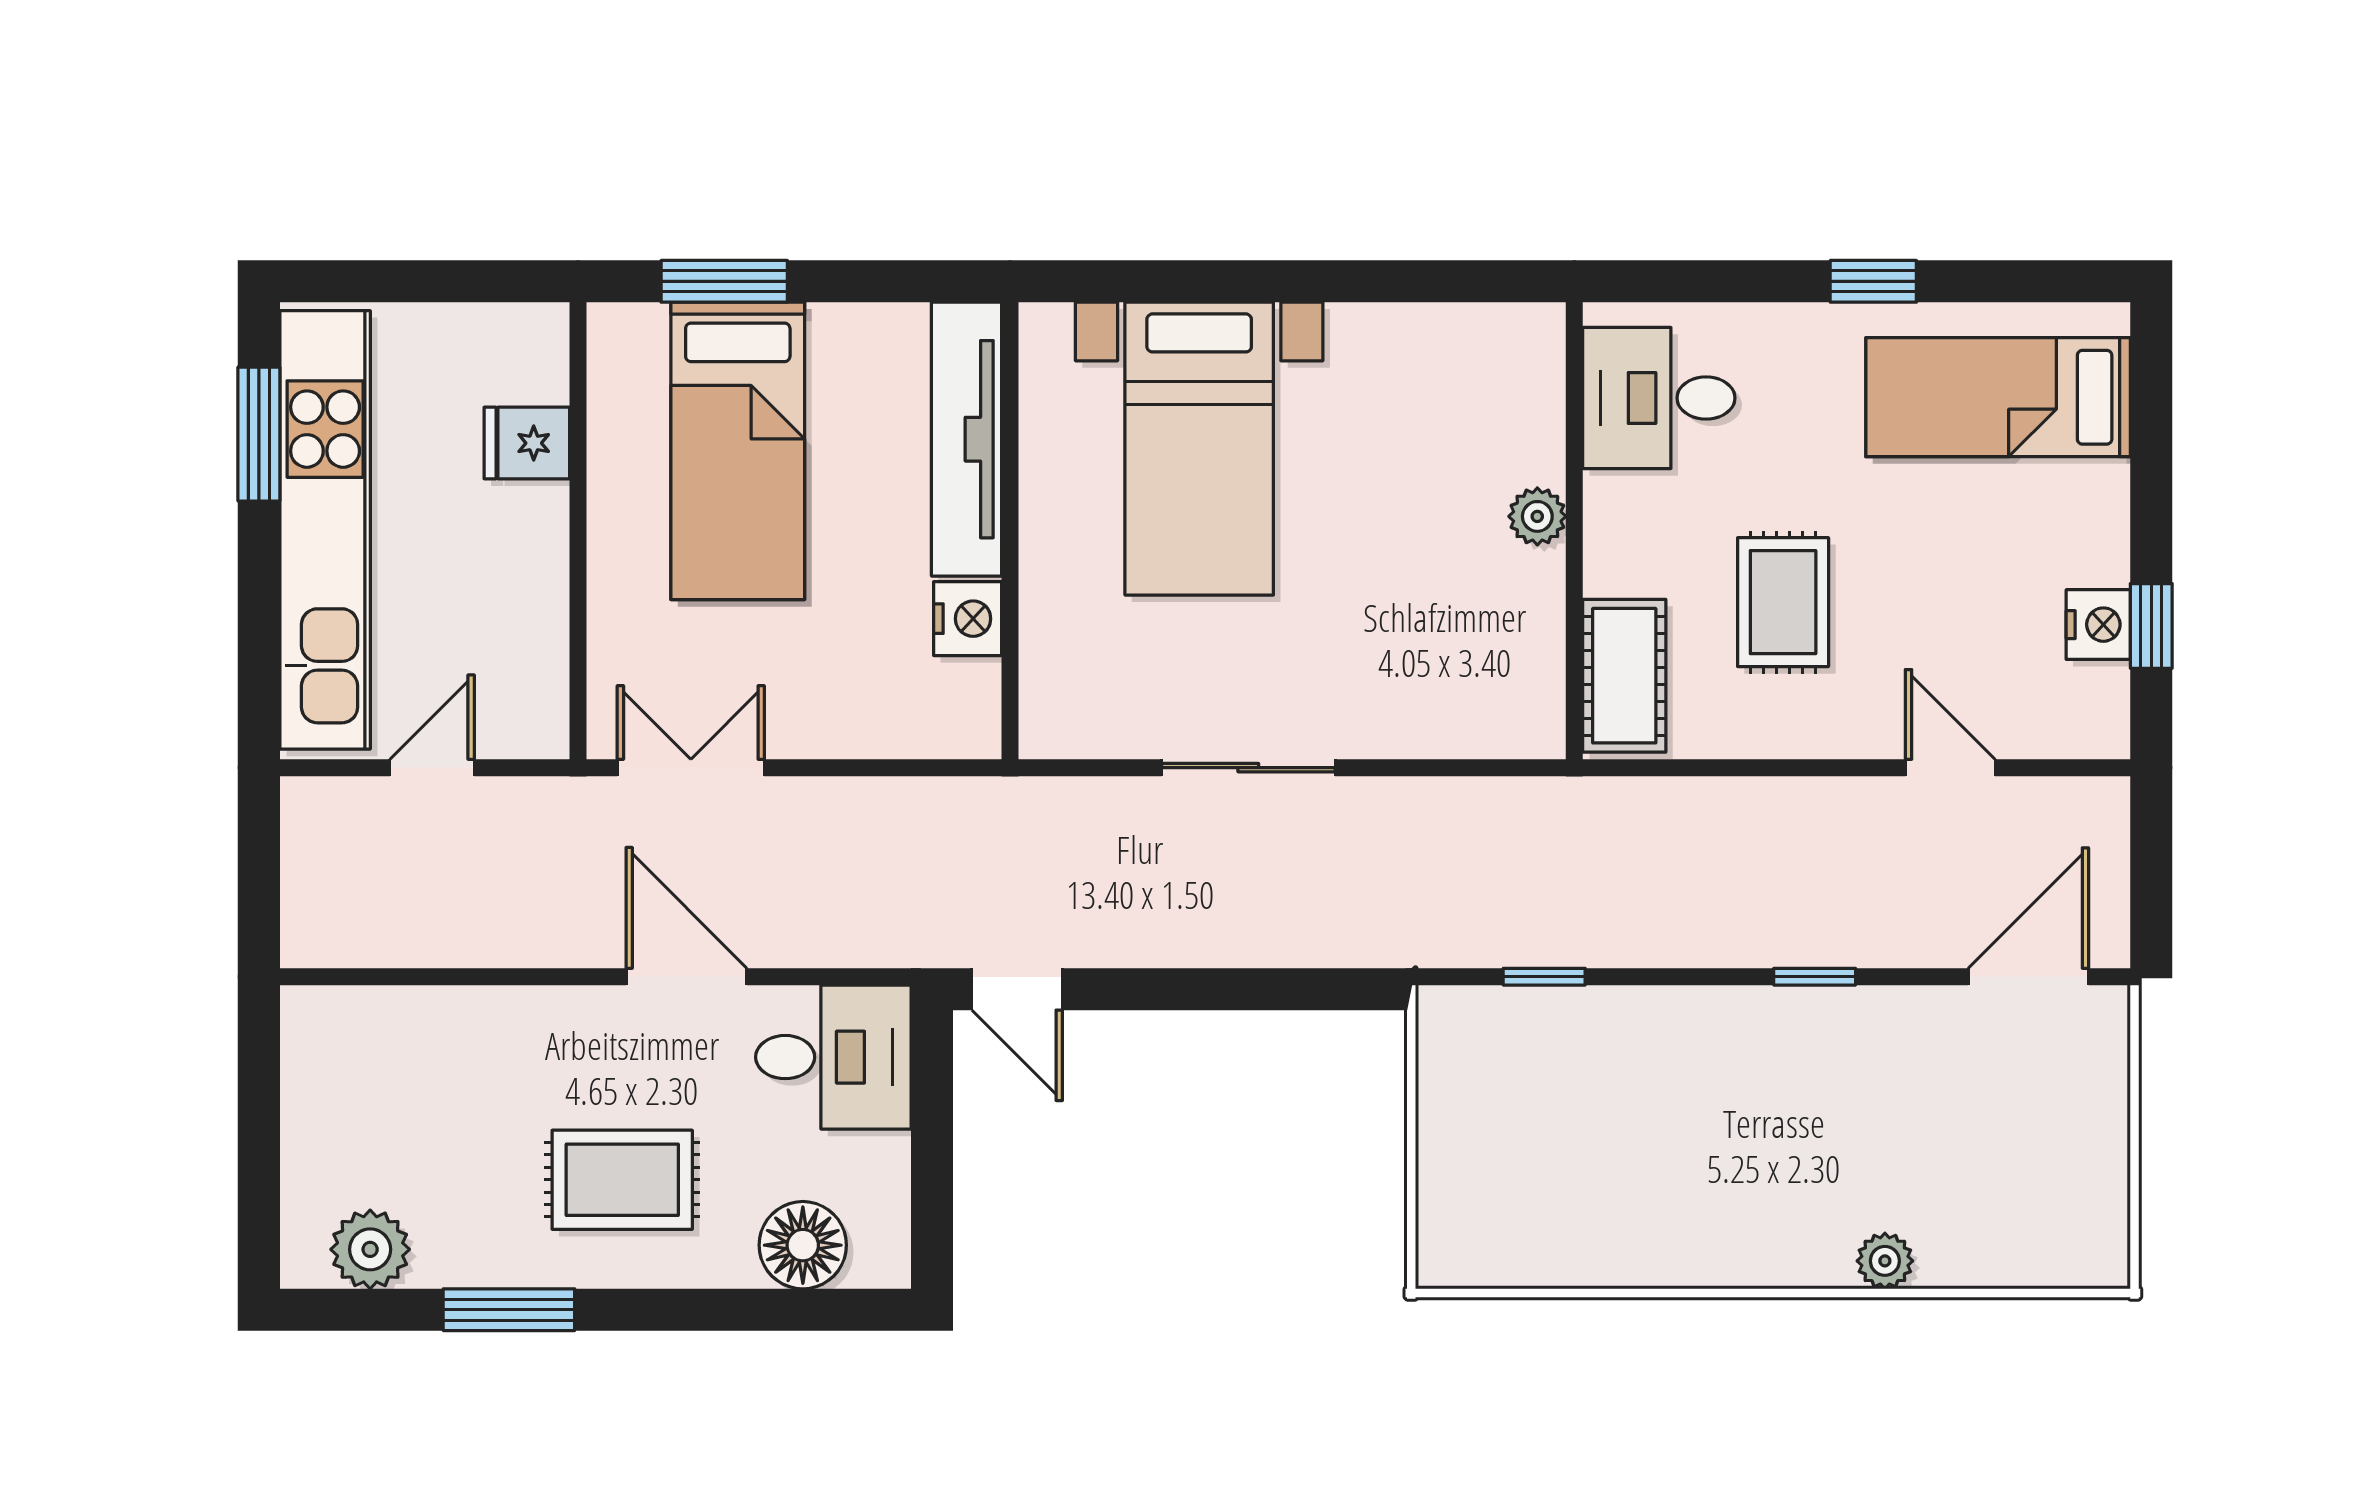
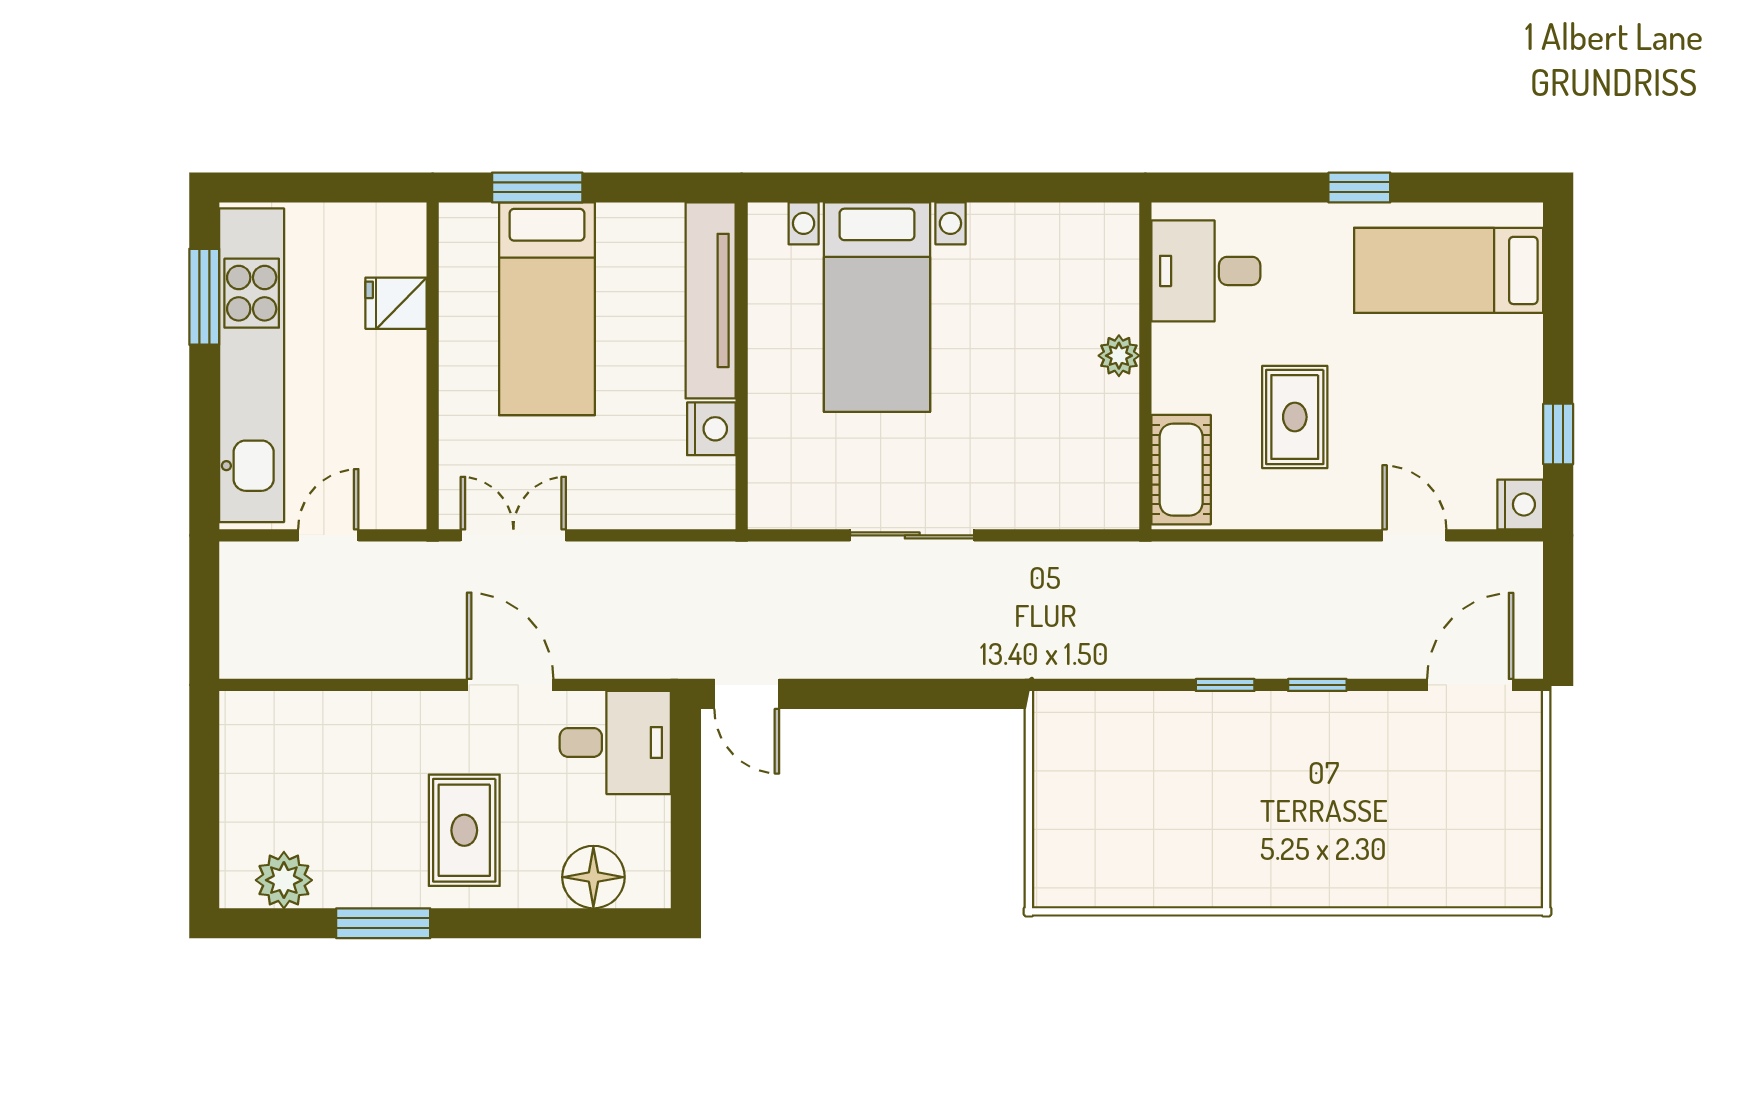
nightstand: (2098, 625) -> (1520, 504), moved
window: (1544, 977) -> (1225, 685), moved
rug: (622, 1180) -> (464, 830), turned 90
plant: (1885, 1261) -> (1368, 888), removed

